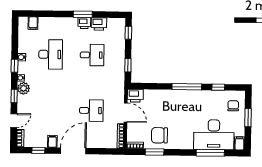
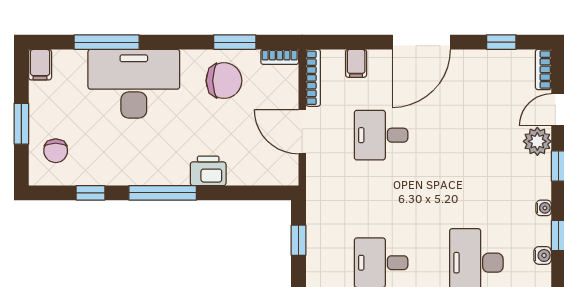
plant: (24, 88) -> (537, 141), moved
printer: (135, 96) -> (208, 171), moved
desk: (214, 135) -> (134, 84), moved
filing cabinet: (52, 141) -> (356, 63), moved

